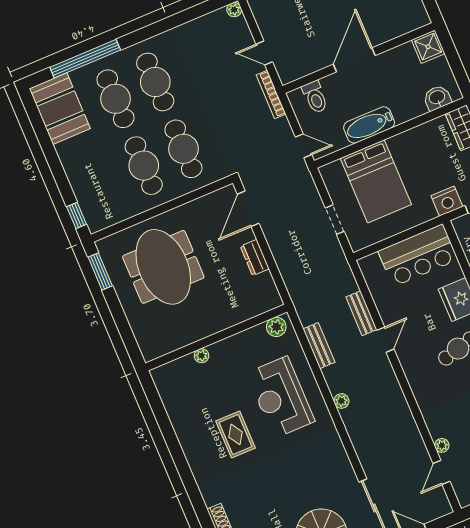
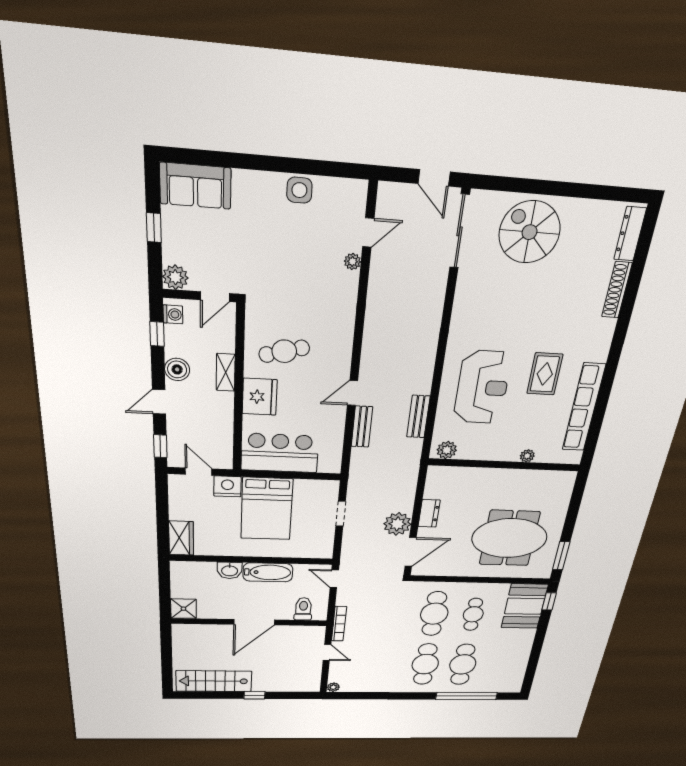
washbasin: (437, 98) -> (230, 570), moved
booth: (60, 109) -> (525, 606), moved
cafe table: (144, 166) -> (473, 614), width x0.73, depth x0.74
bed: (376, 181) -> (267, 509), moved, turned 180
meeting table: (163, 267) -> (509, 538), turned 90
plant: (341, 401) -> (397, 524), moved, width x1.88, depth x1.88
row of seats: (182, 423) -> (584, 408), added

